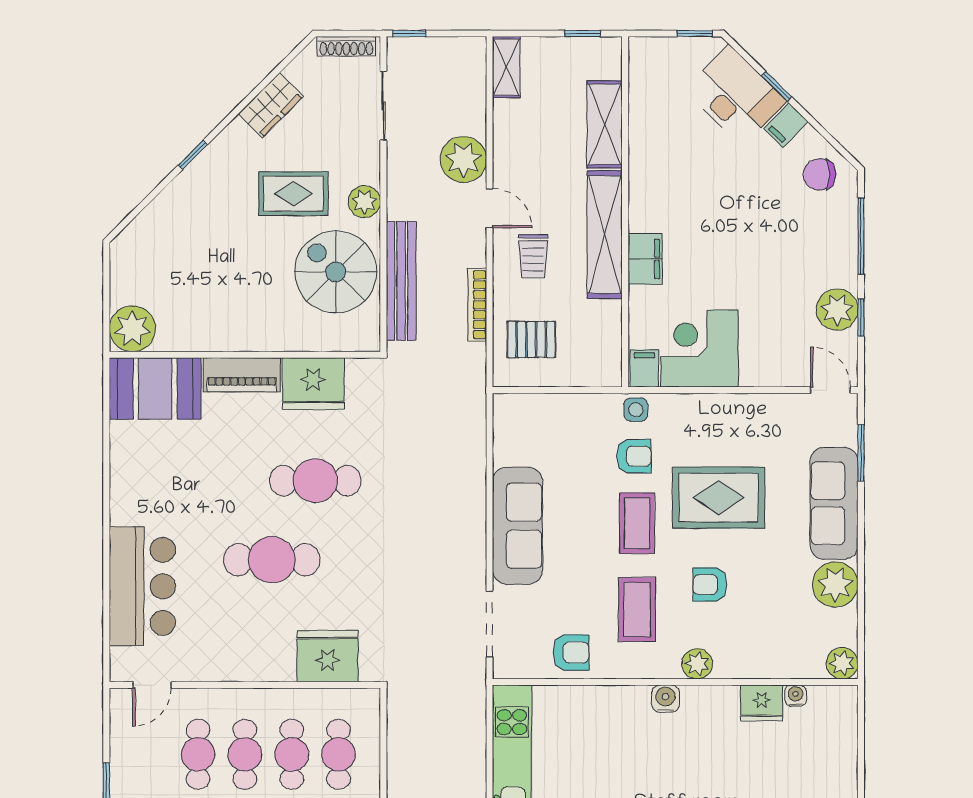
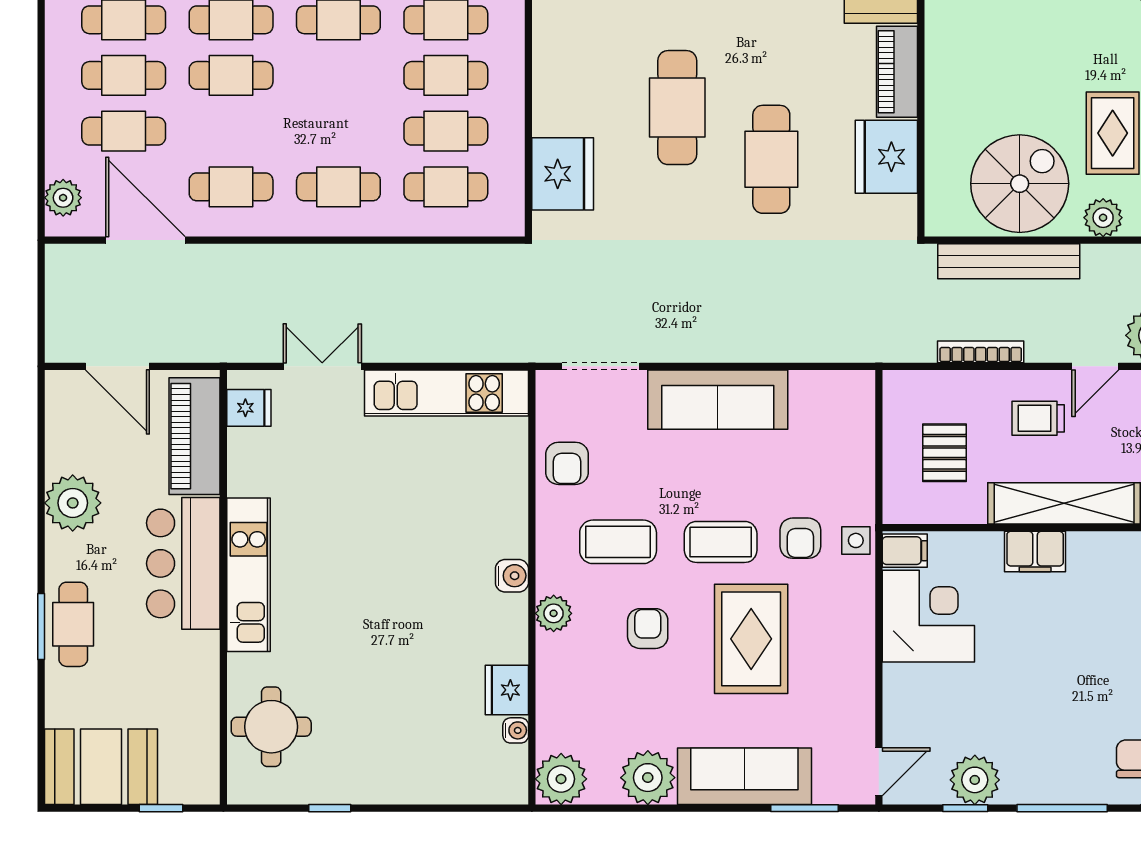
pallet: (531, 340) -> (944, 453), moved
plant: (842, 663) -> (561, 779), width x1.36, depth x1.36

